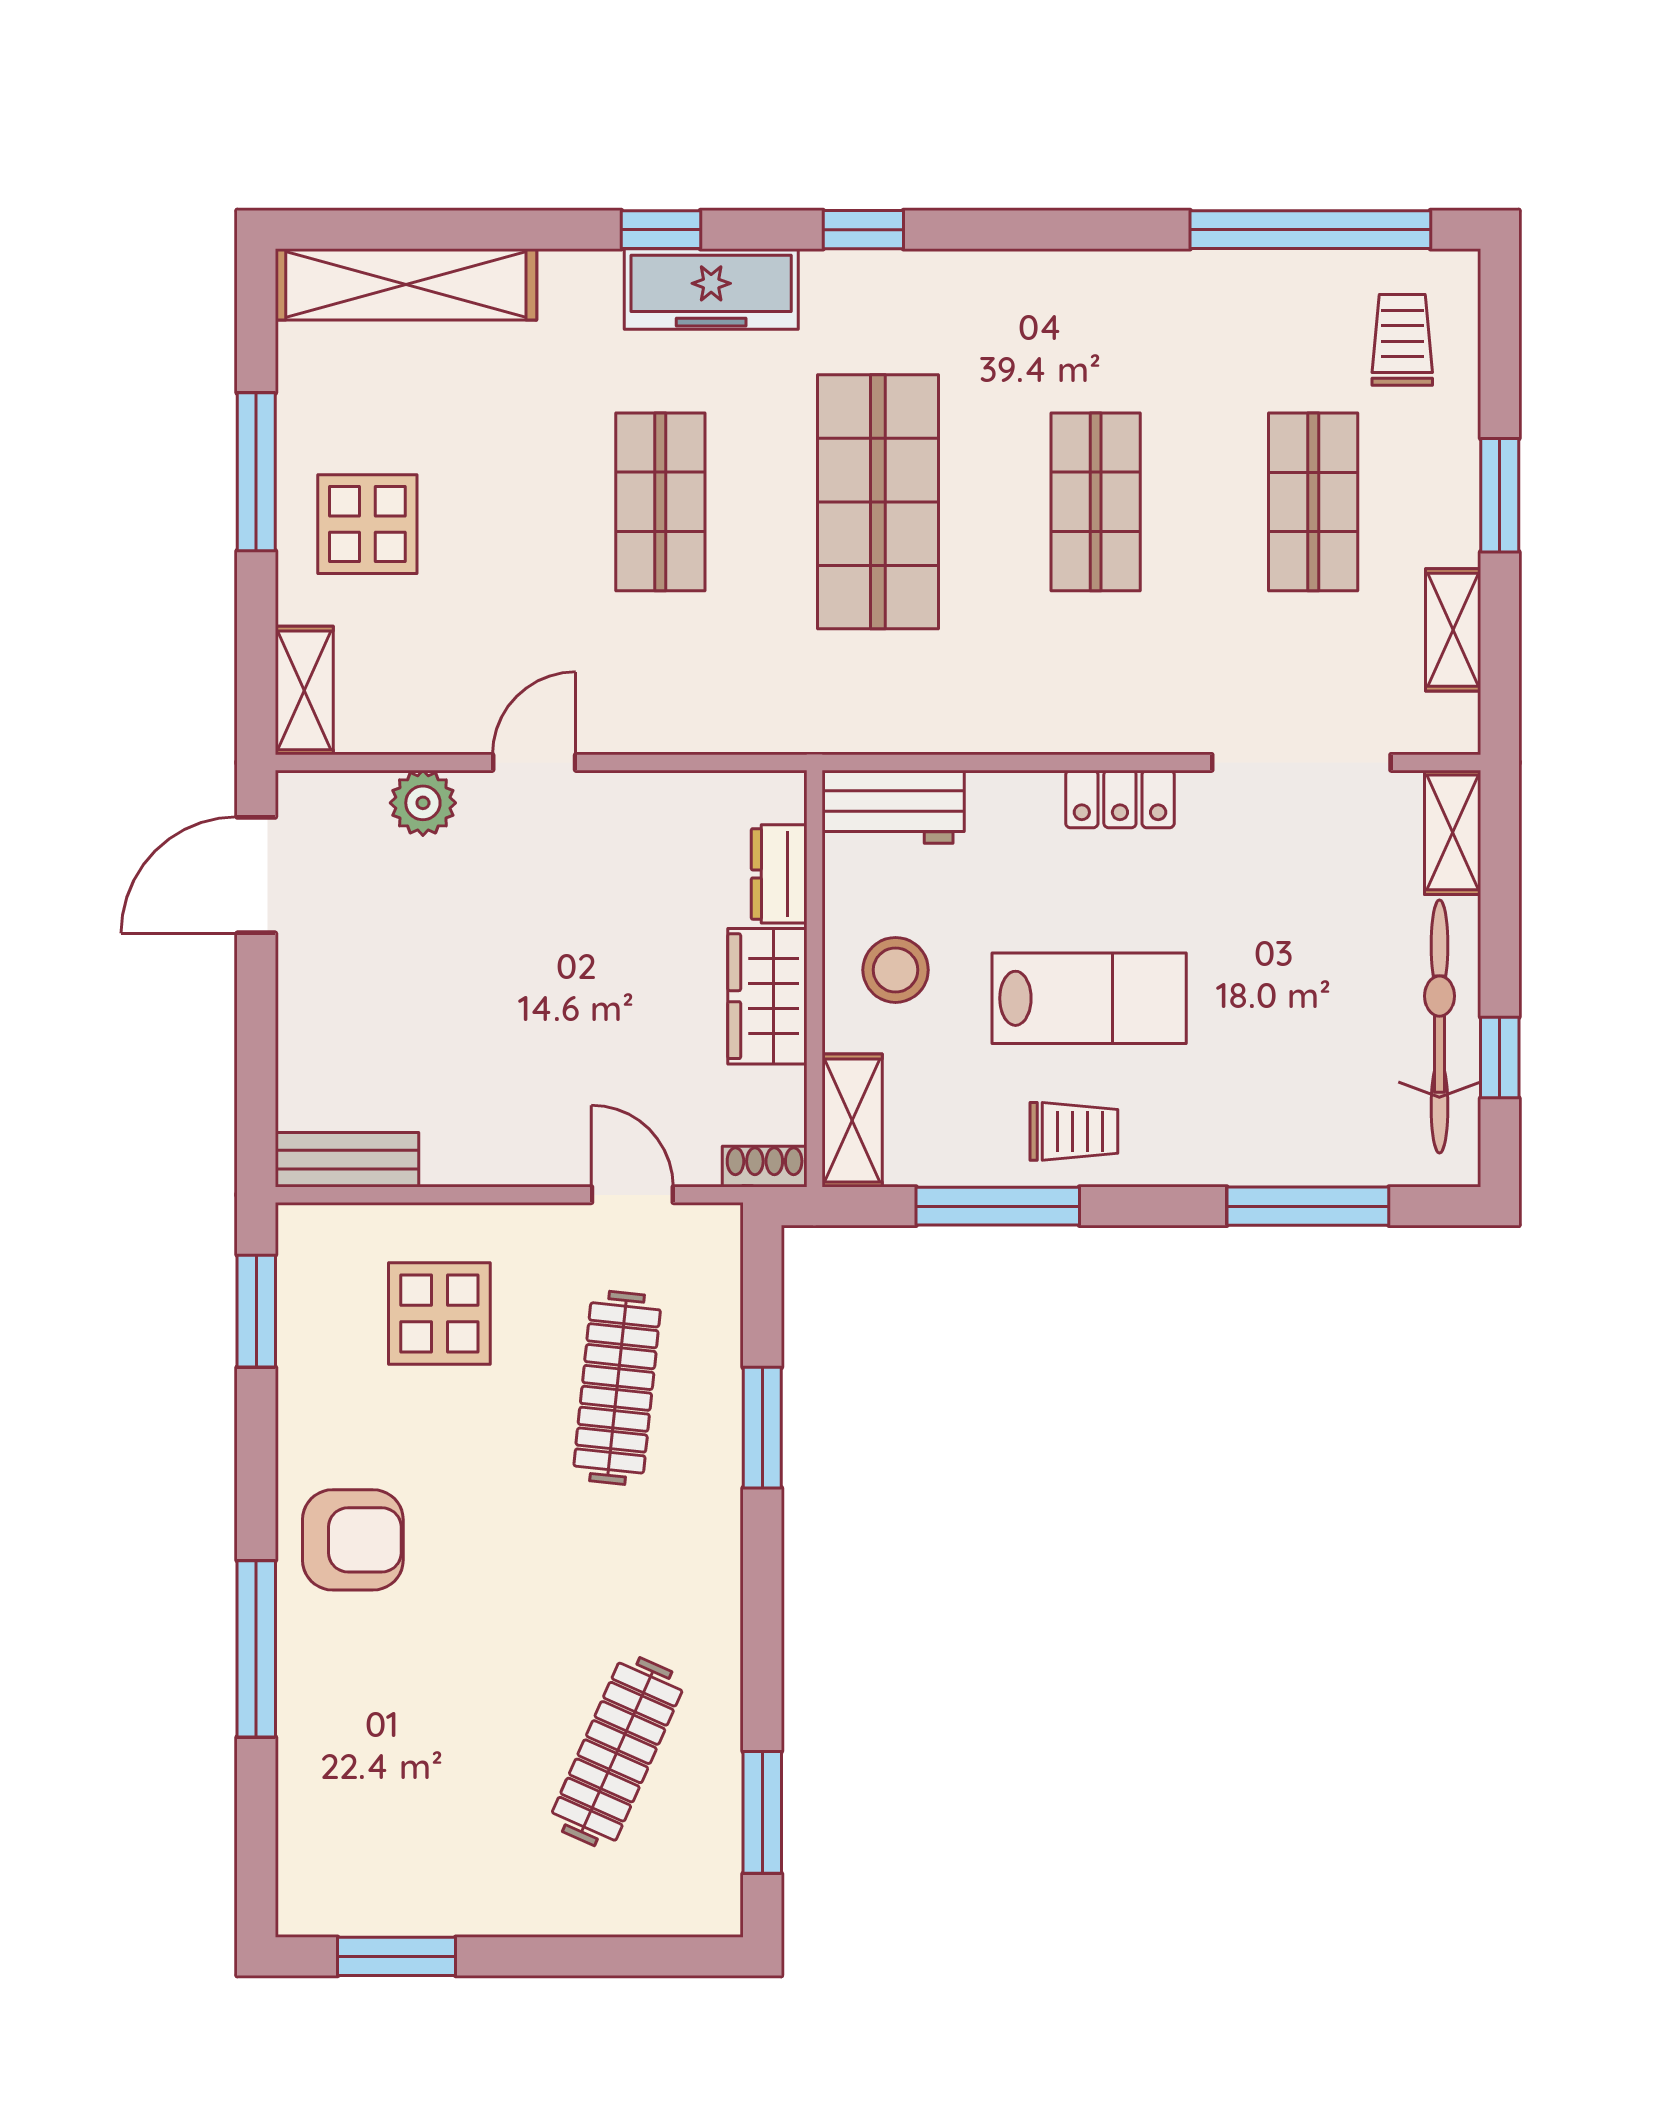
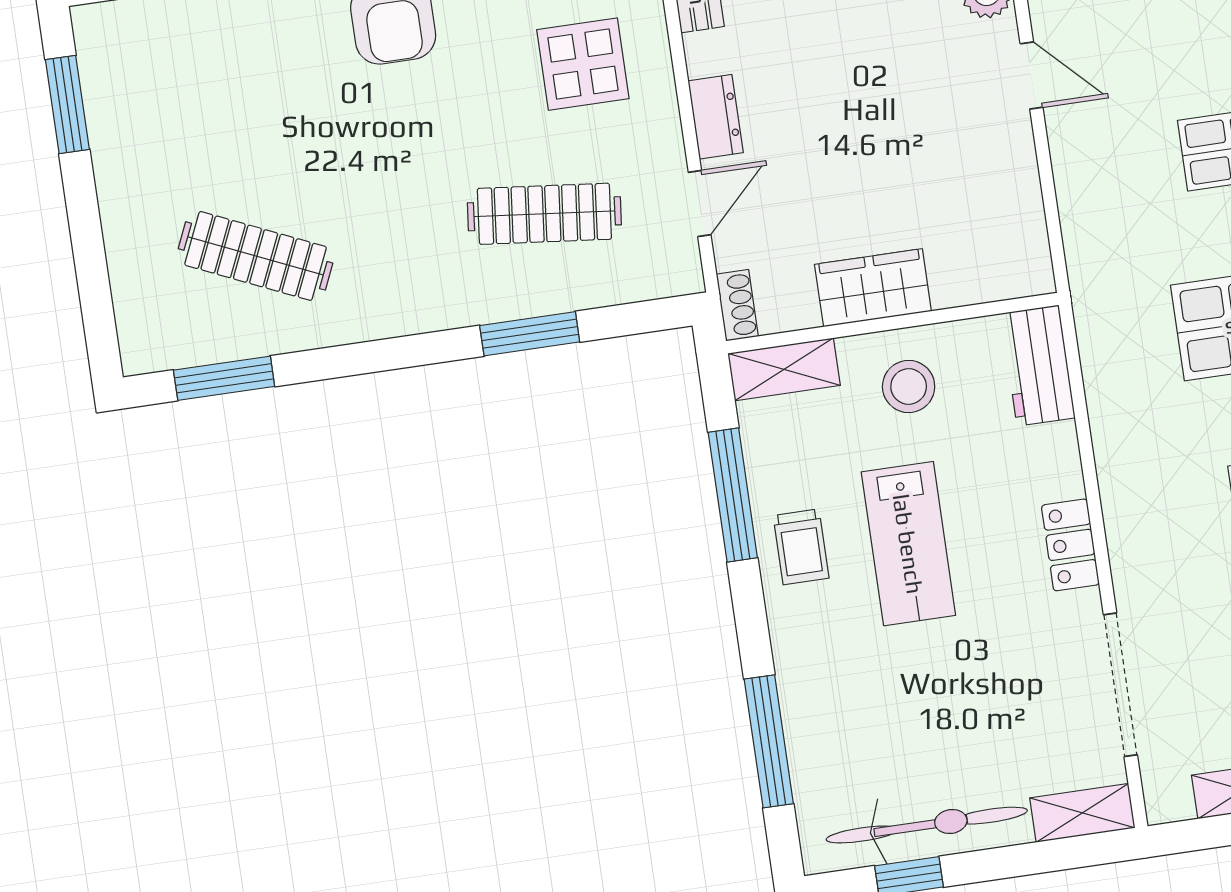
dresser: (779, 874) -> (716, 117), moved, turned 90

